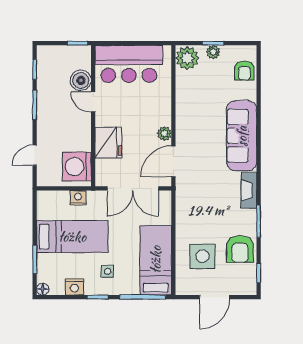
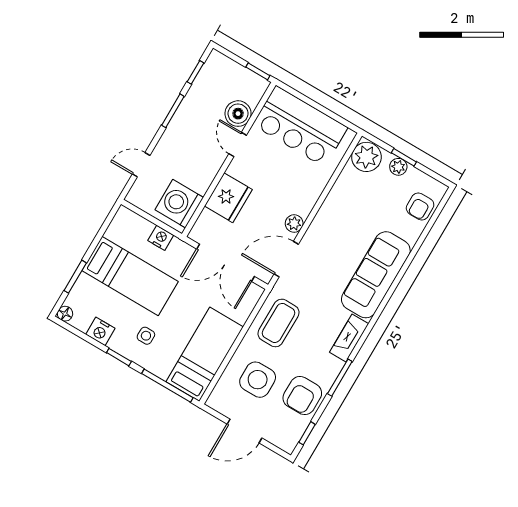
coffee table: (194, 209) -> (279, 323), added

